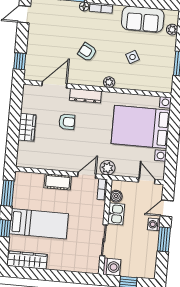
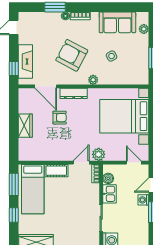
armchair: (87, 52) -> (72, 55), width x1.88, depth x1.88
fireplace: (34, 54) -> (25, 61), added
door: (54, 85) -> (46, 86), swing flipped
bed: (39, 224) -> (33, 189), moved, turned 90

